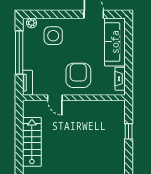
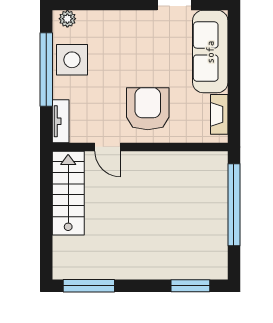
side table: (53, 36) -> (72, 60), moved
window: (129, 131) -> (234, 205), width x3.17
stairs: (32, 142) -> (68, 193), moved

